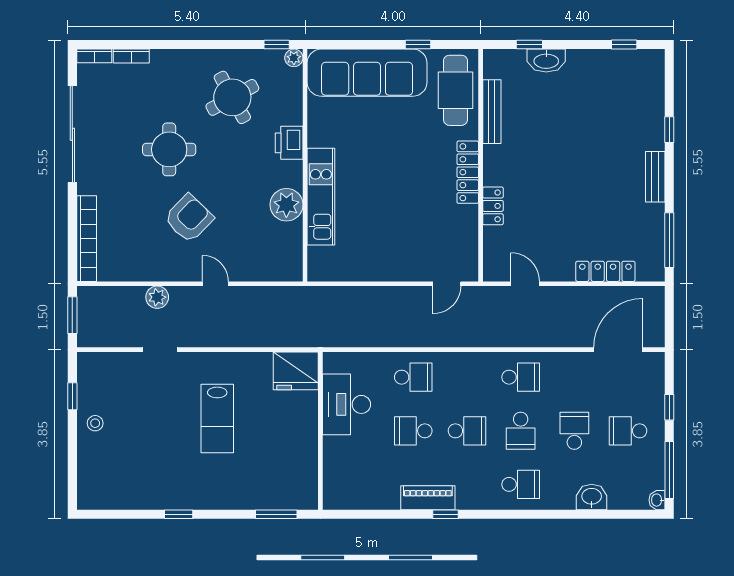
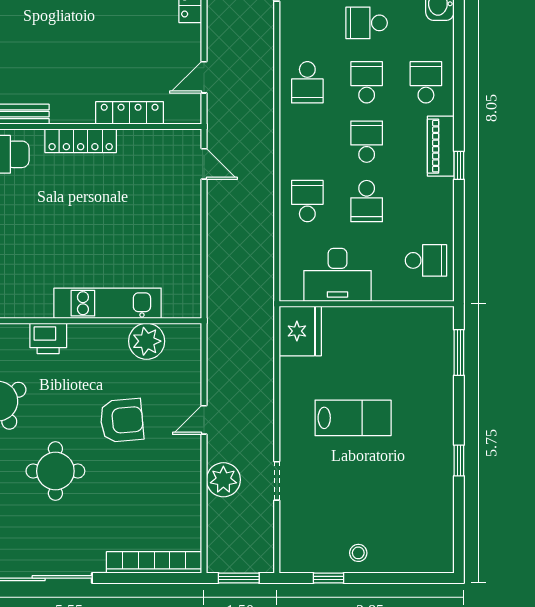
plant: (286, 205) -> (147, 341), moved
locker: (493, 206) -> (130, 113), width x1.53
armchair: (189, 218) -> (122, 420), moved, turned 131
plant: (157, 297) -> (223, 480), width x1.36, depth x1.36
school desk: (521, 377) -> (307, 82), turned 180
school desk: (521, 431) -> (367, 82), turned -90
school desk: (360, 484) -> (426, 260), added
piano: (428, 498) -> (441, 146), moved

